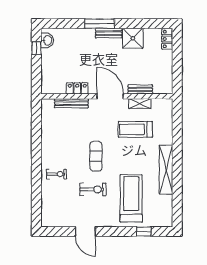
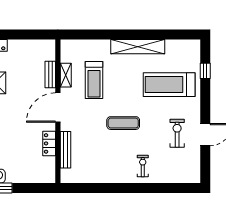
exercise bike: (93, 189) -> (177, 133), moved

